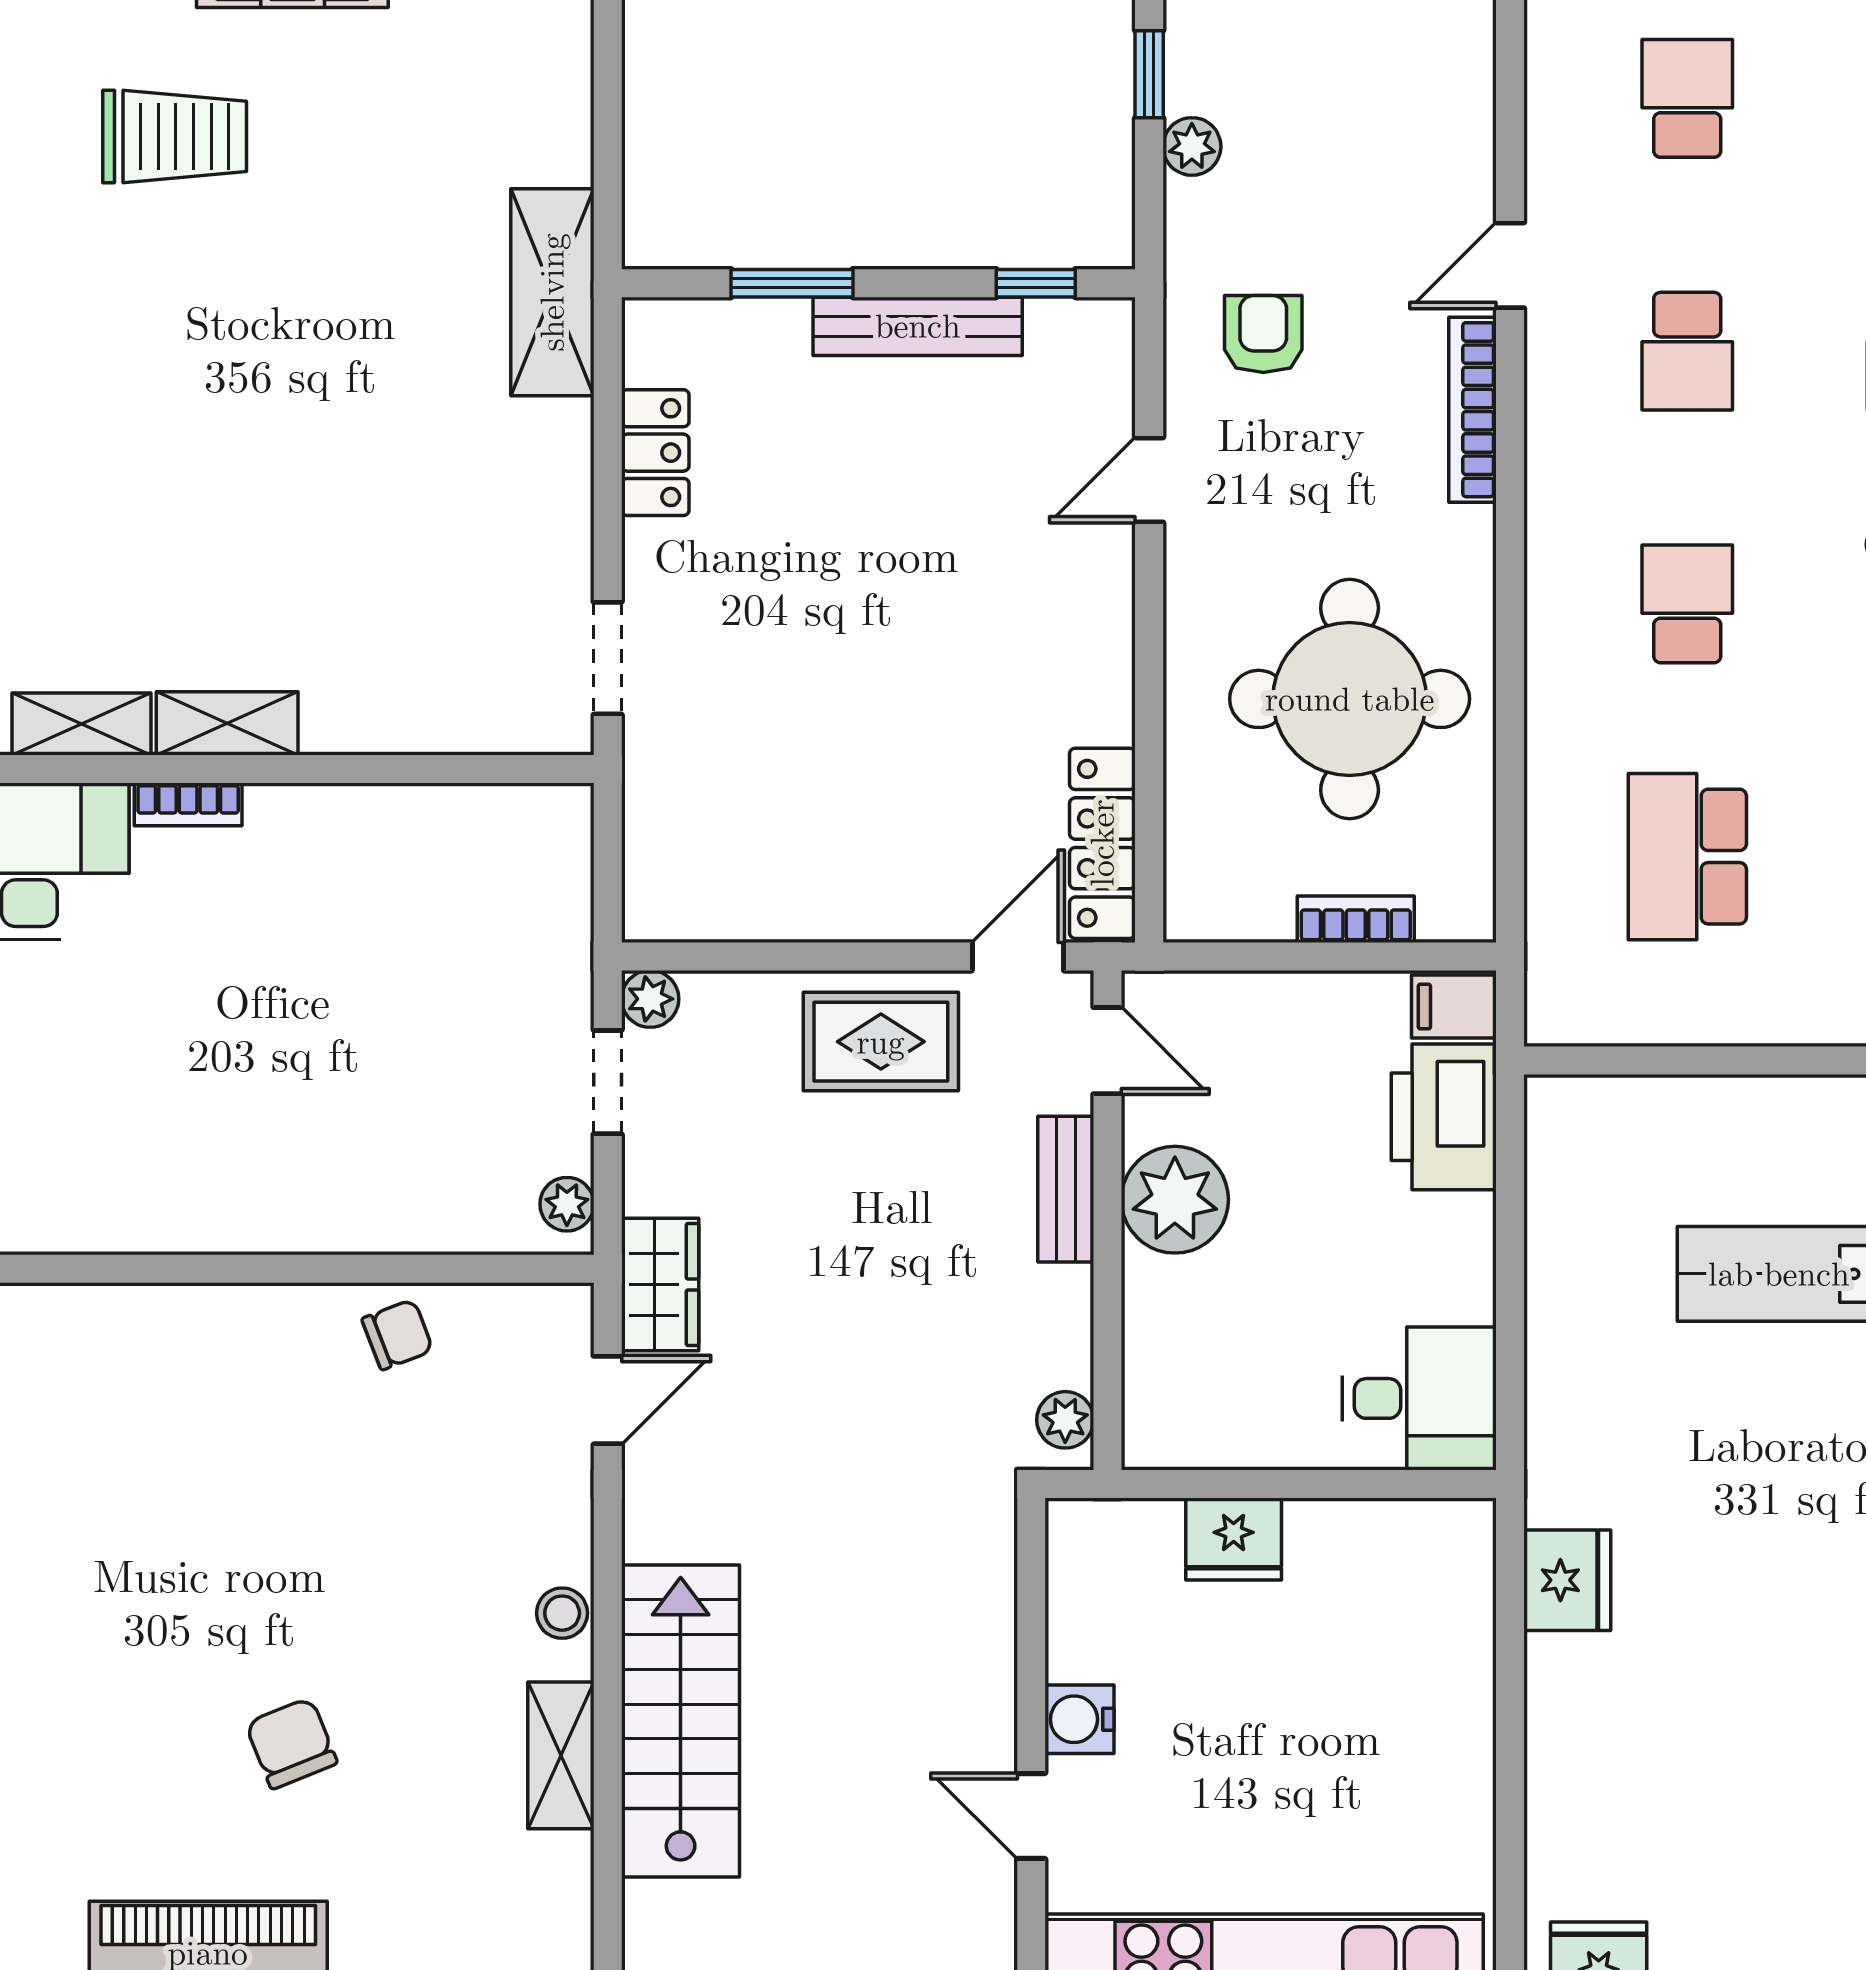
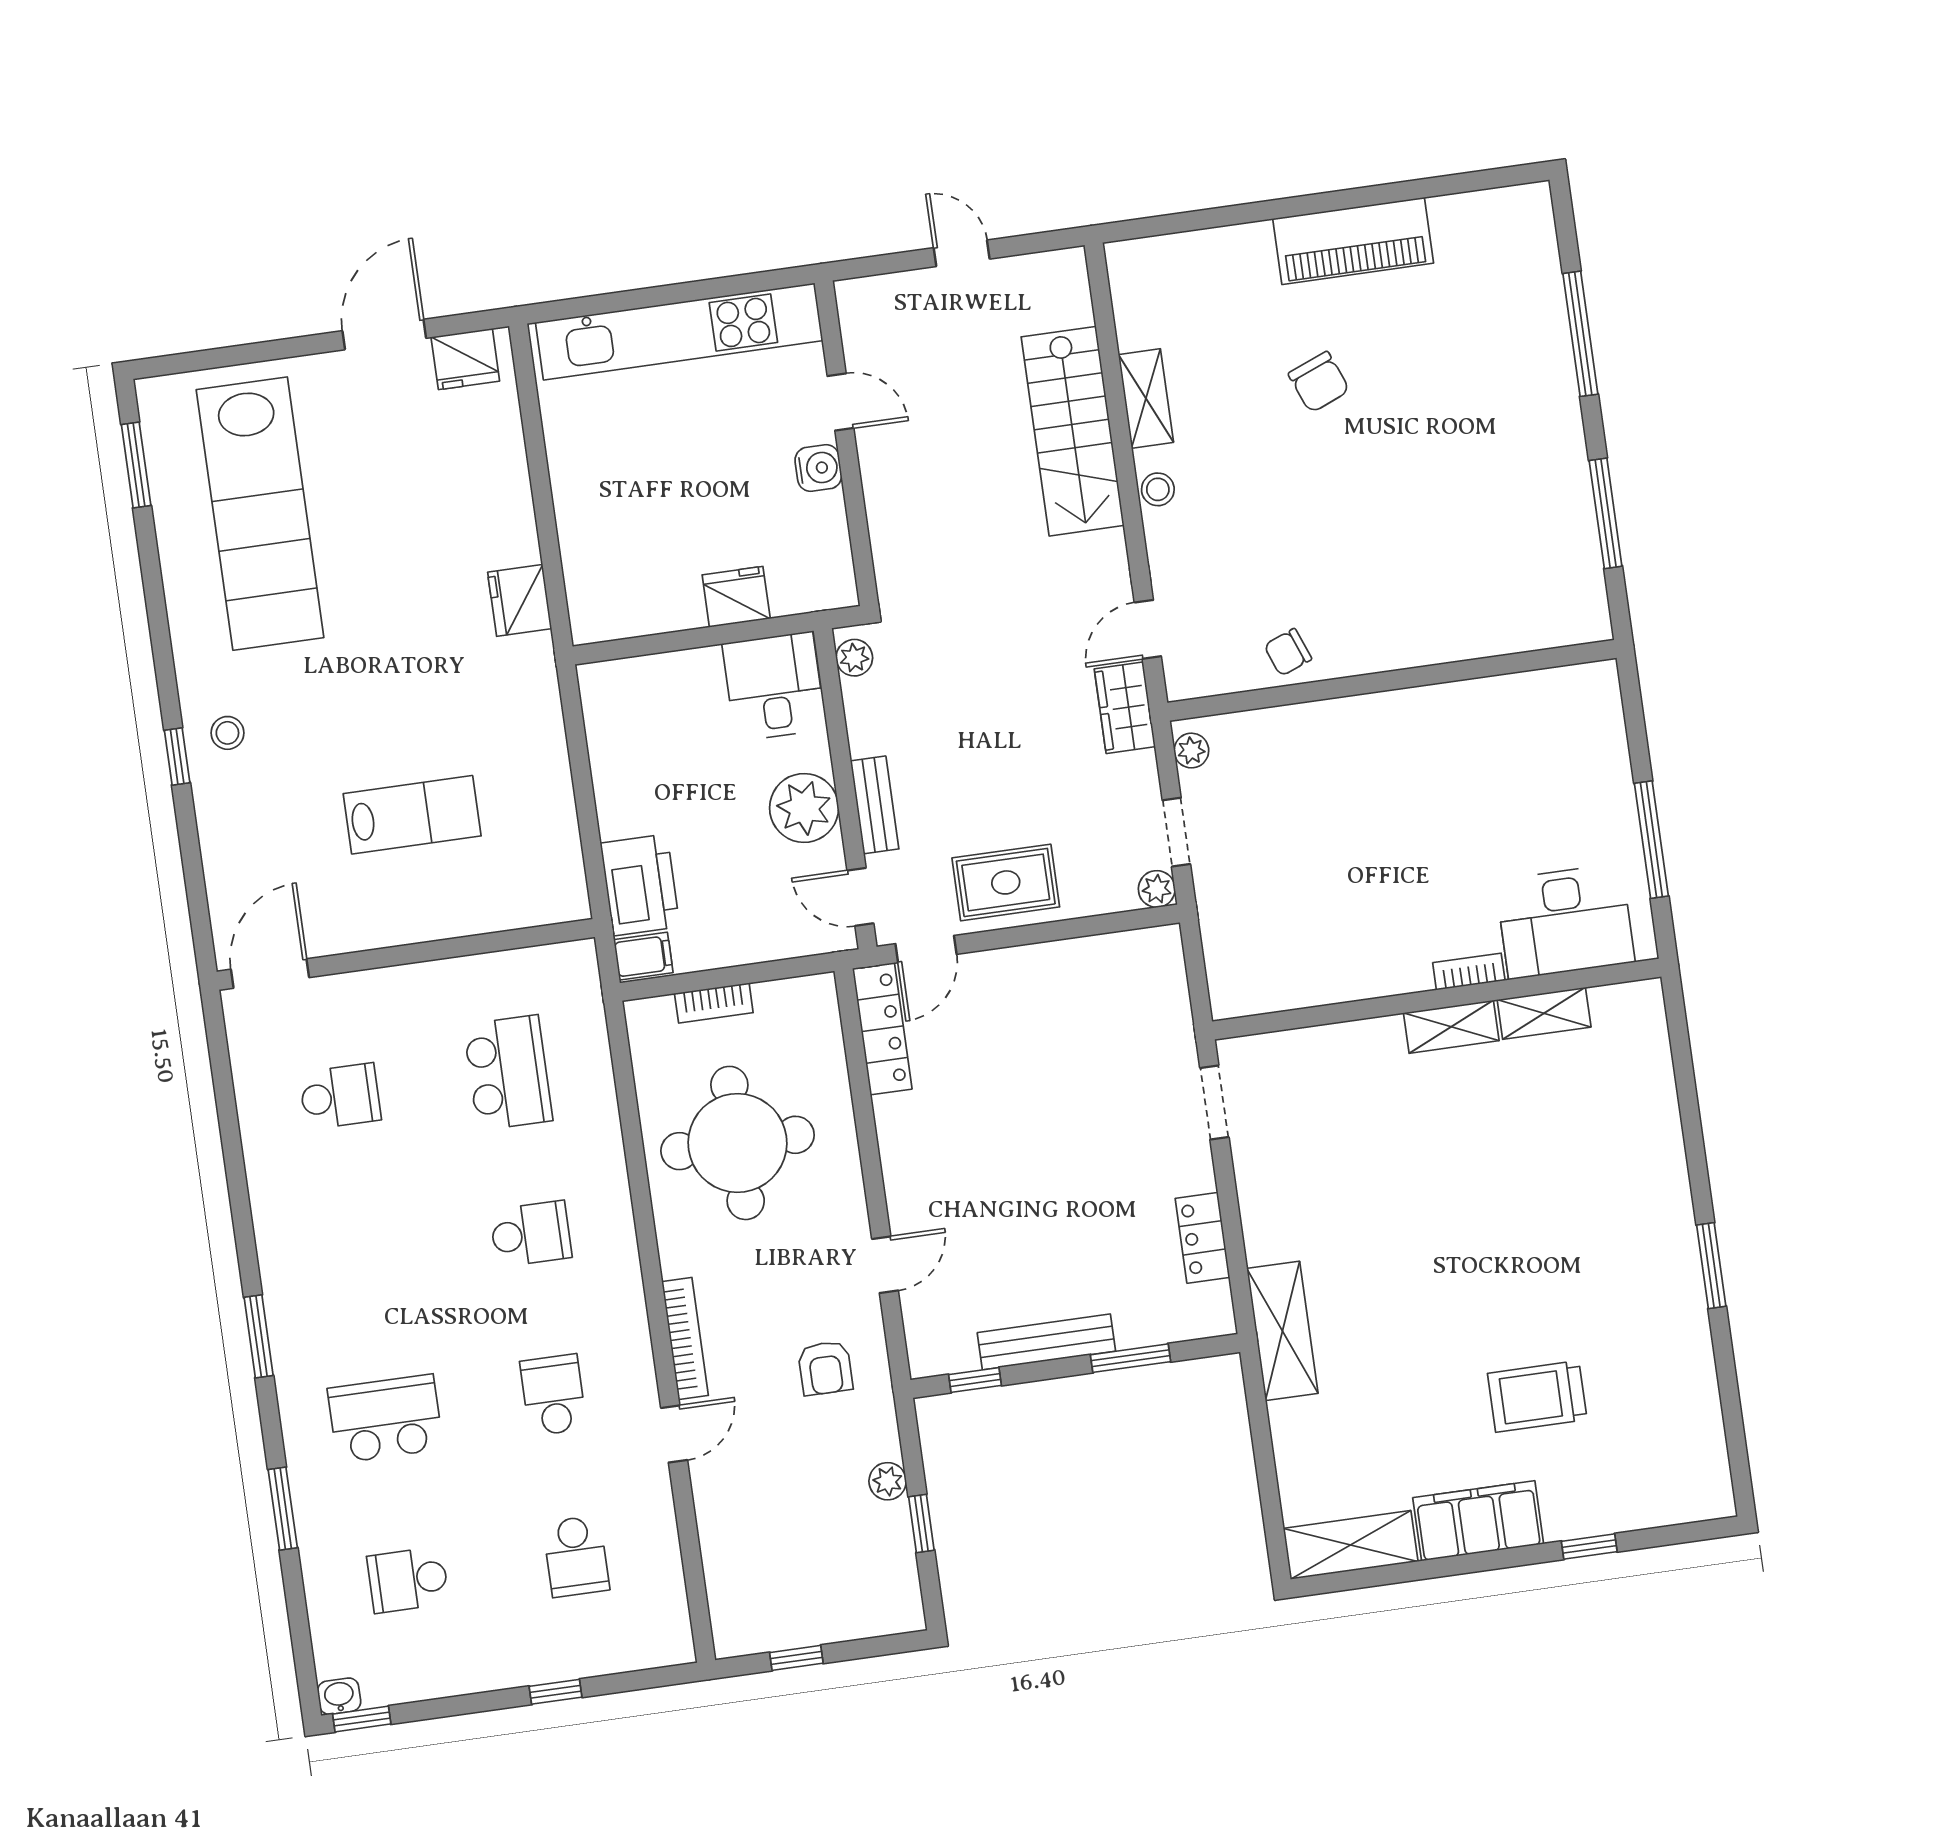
school desk: (1687, 604) -> (531, 1234), turned -90
desk: (1419, 1398) -> (774, 686), moved, turned 90

